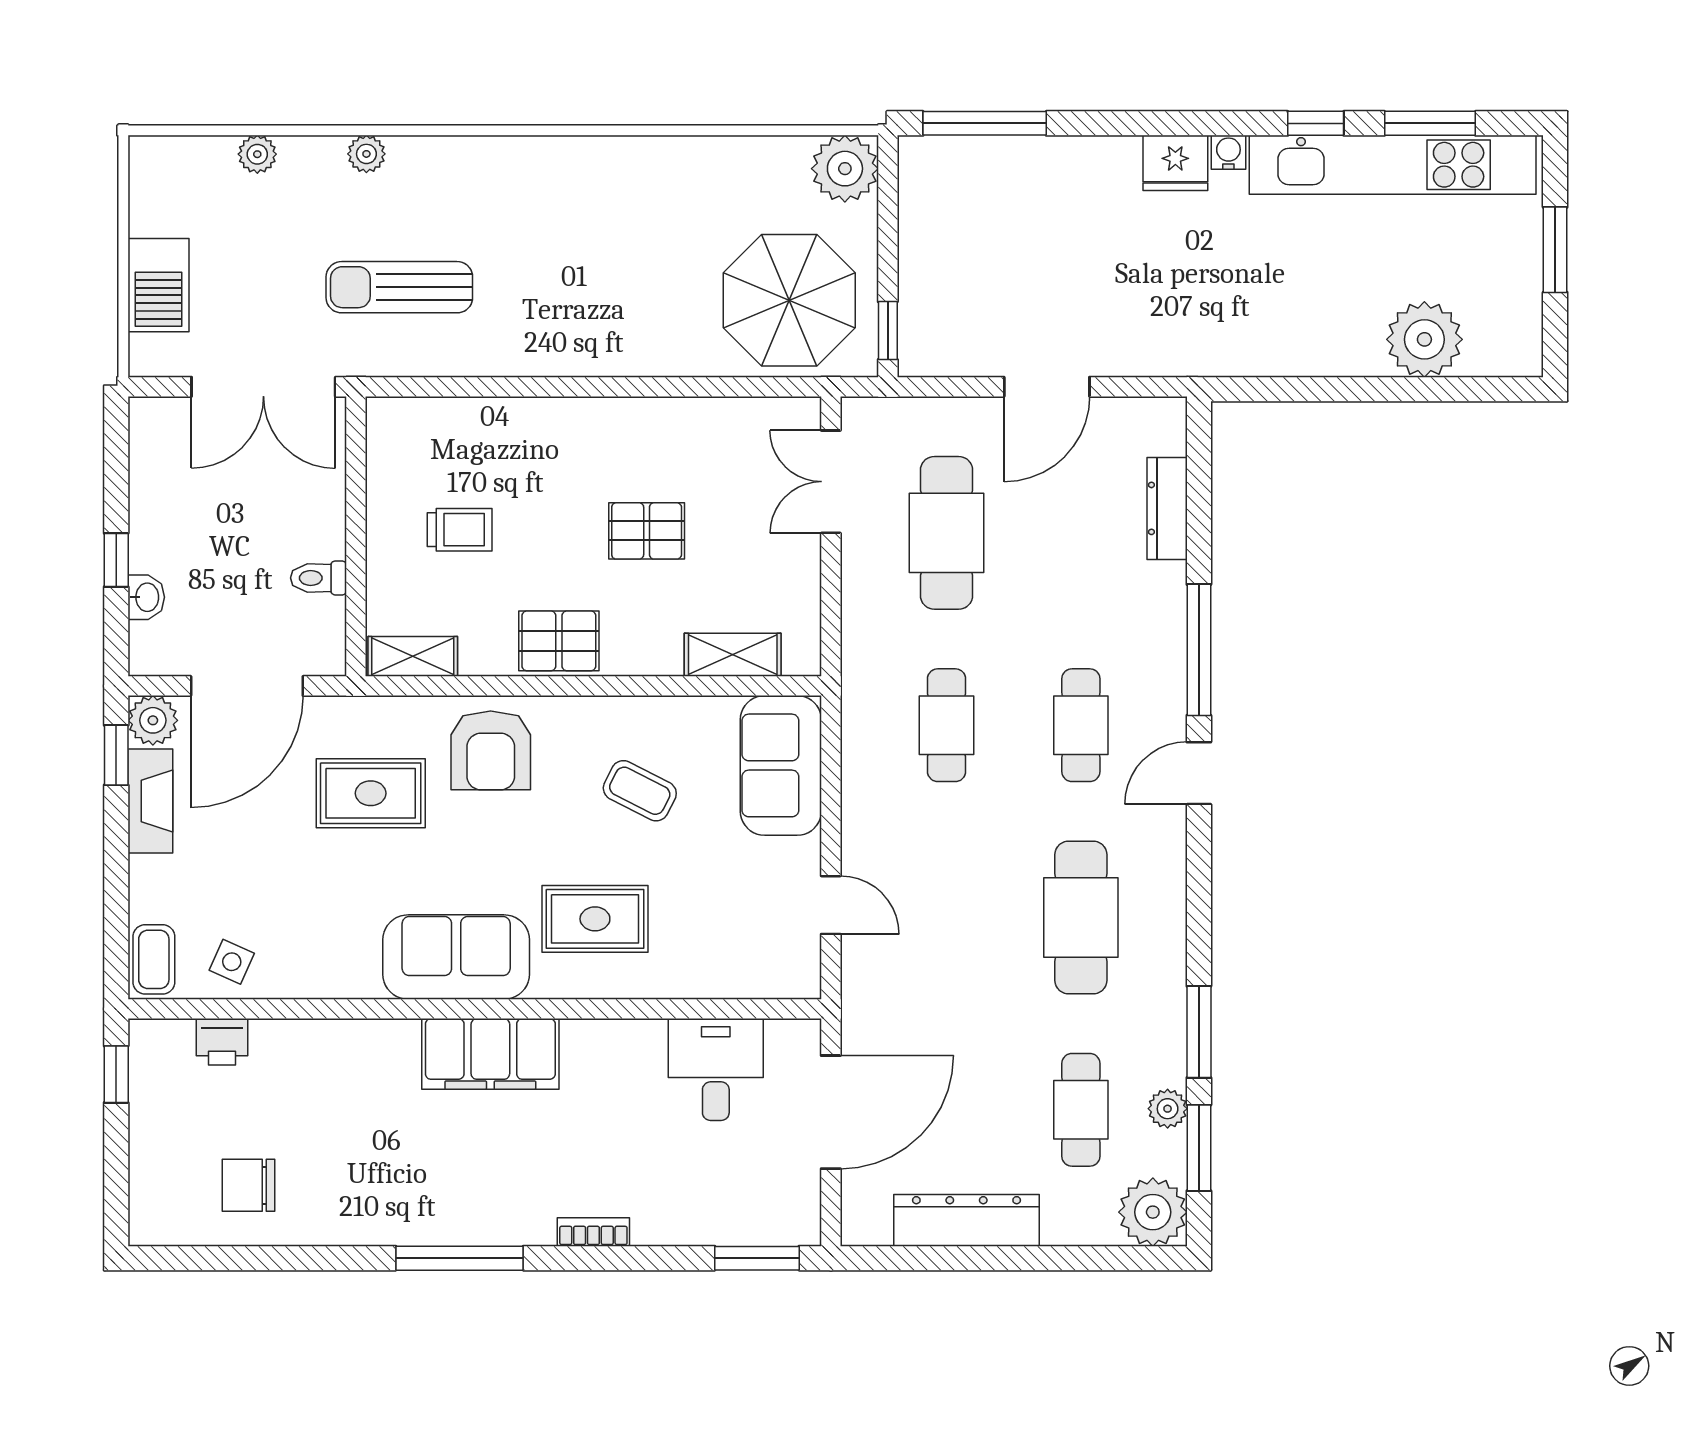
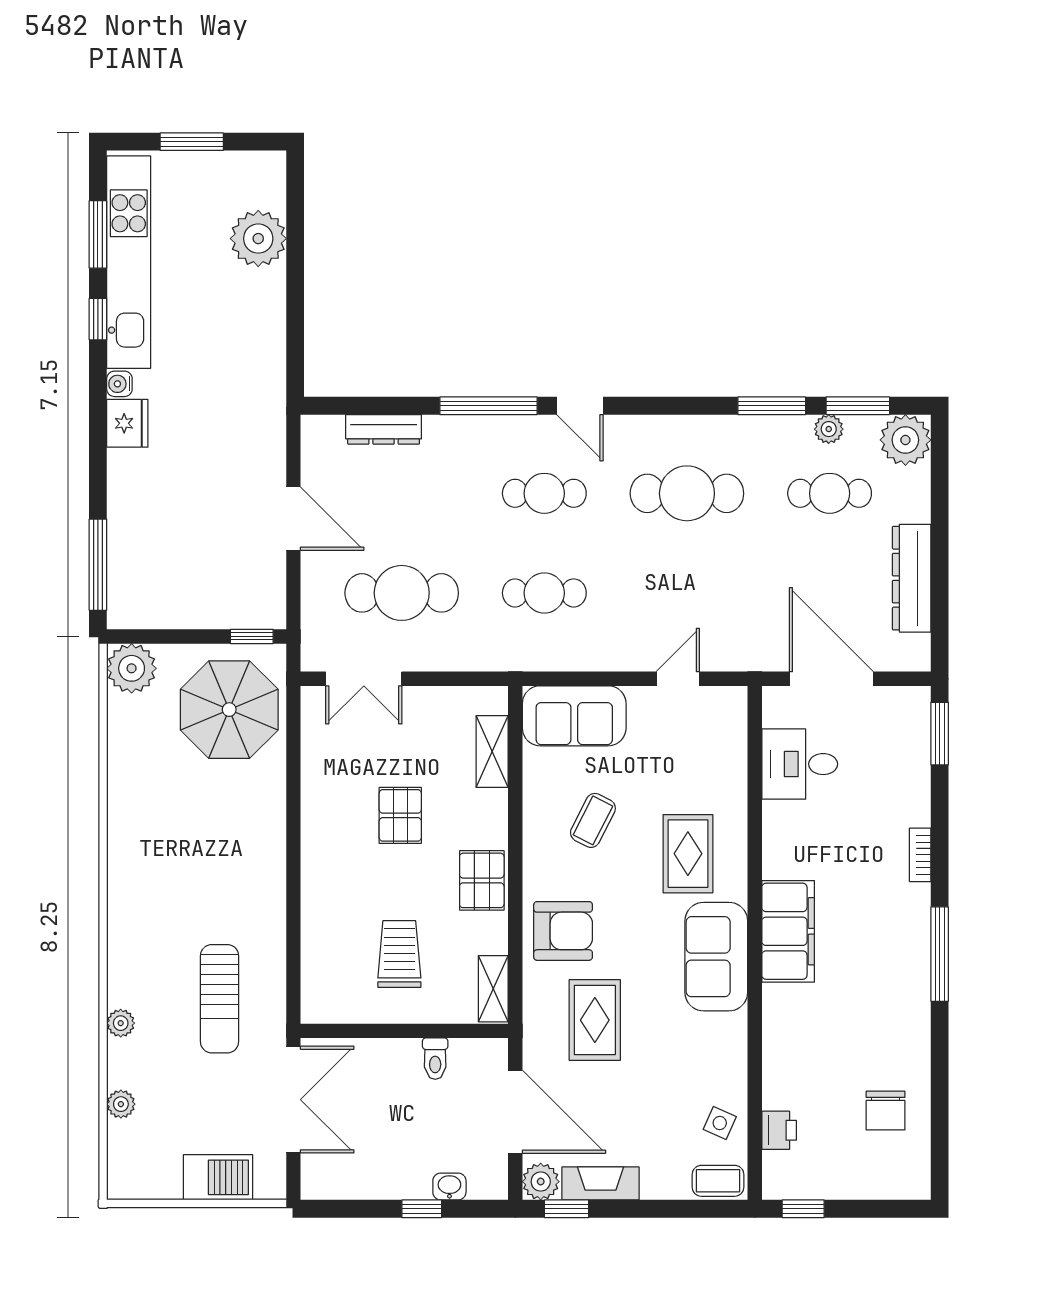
trolley: (460, 530) -> (399, 954), width x1.36, depth x1.39

